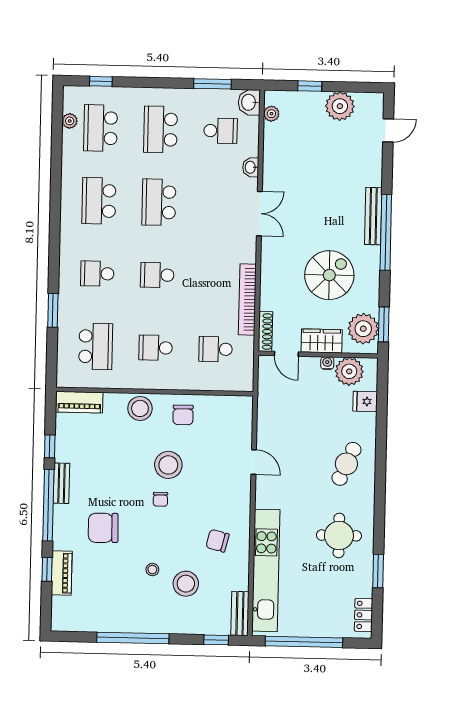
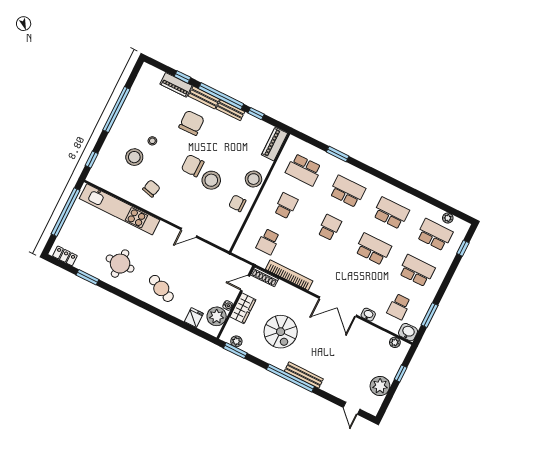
double door: (259, 214) -> (338, 307), width x1.37
school desk: (97, 274) -> (347, 191), width x1.85
plant: (363, 329) -> (236, 341), width x0.53, depth x0.53
school desk: (216, 349) -> (268, 242), turned 180
chair: (160, 499) -> (193, 166), width x1.87, depth x1.87
bench: (240, 613) -> (204, 98), moved

